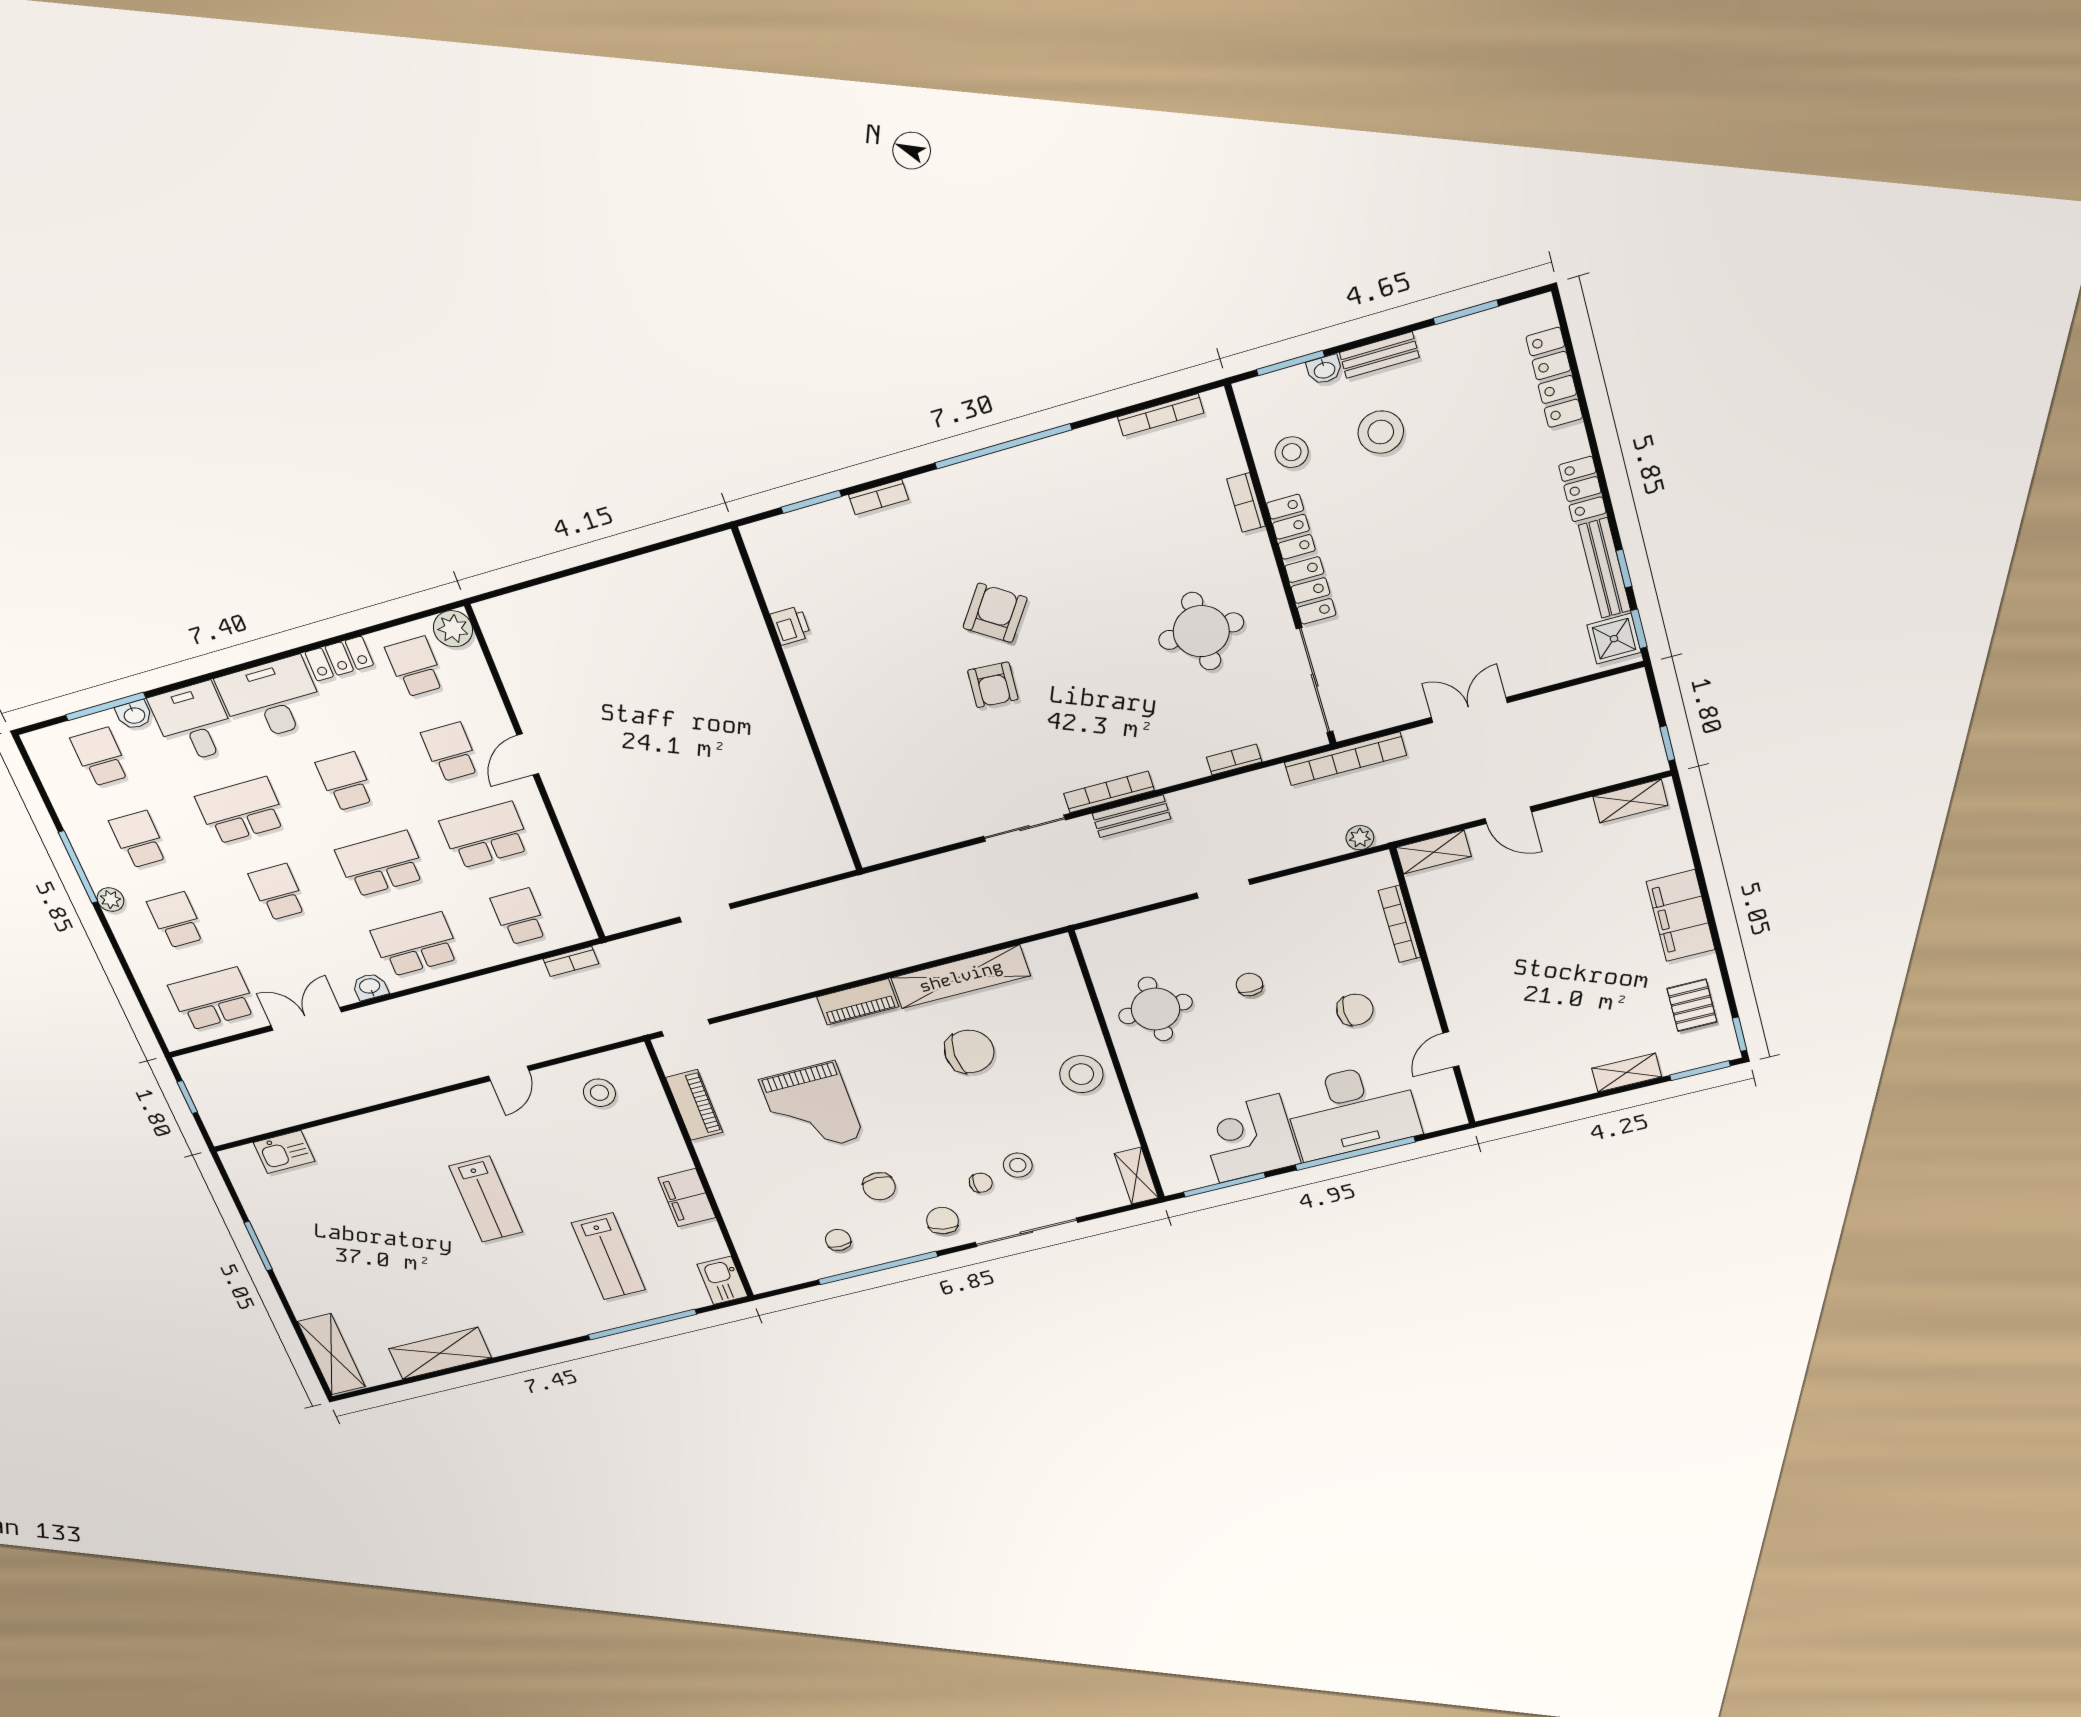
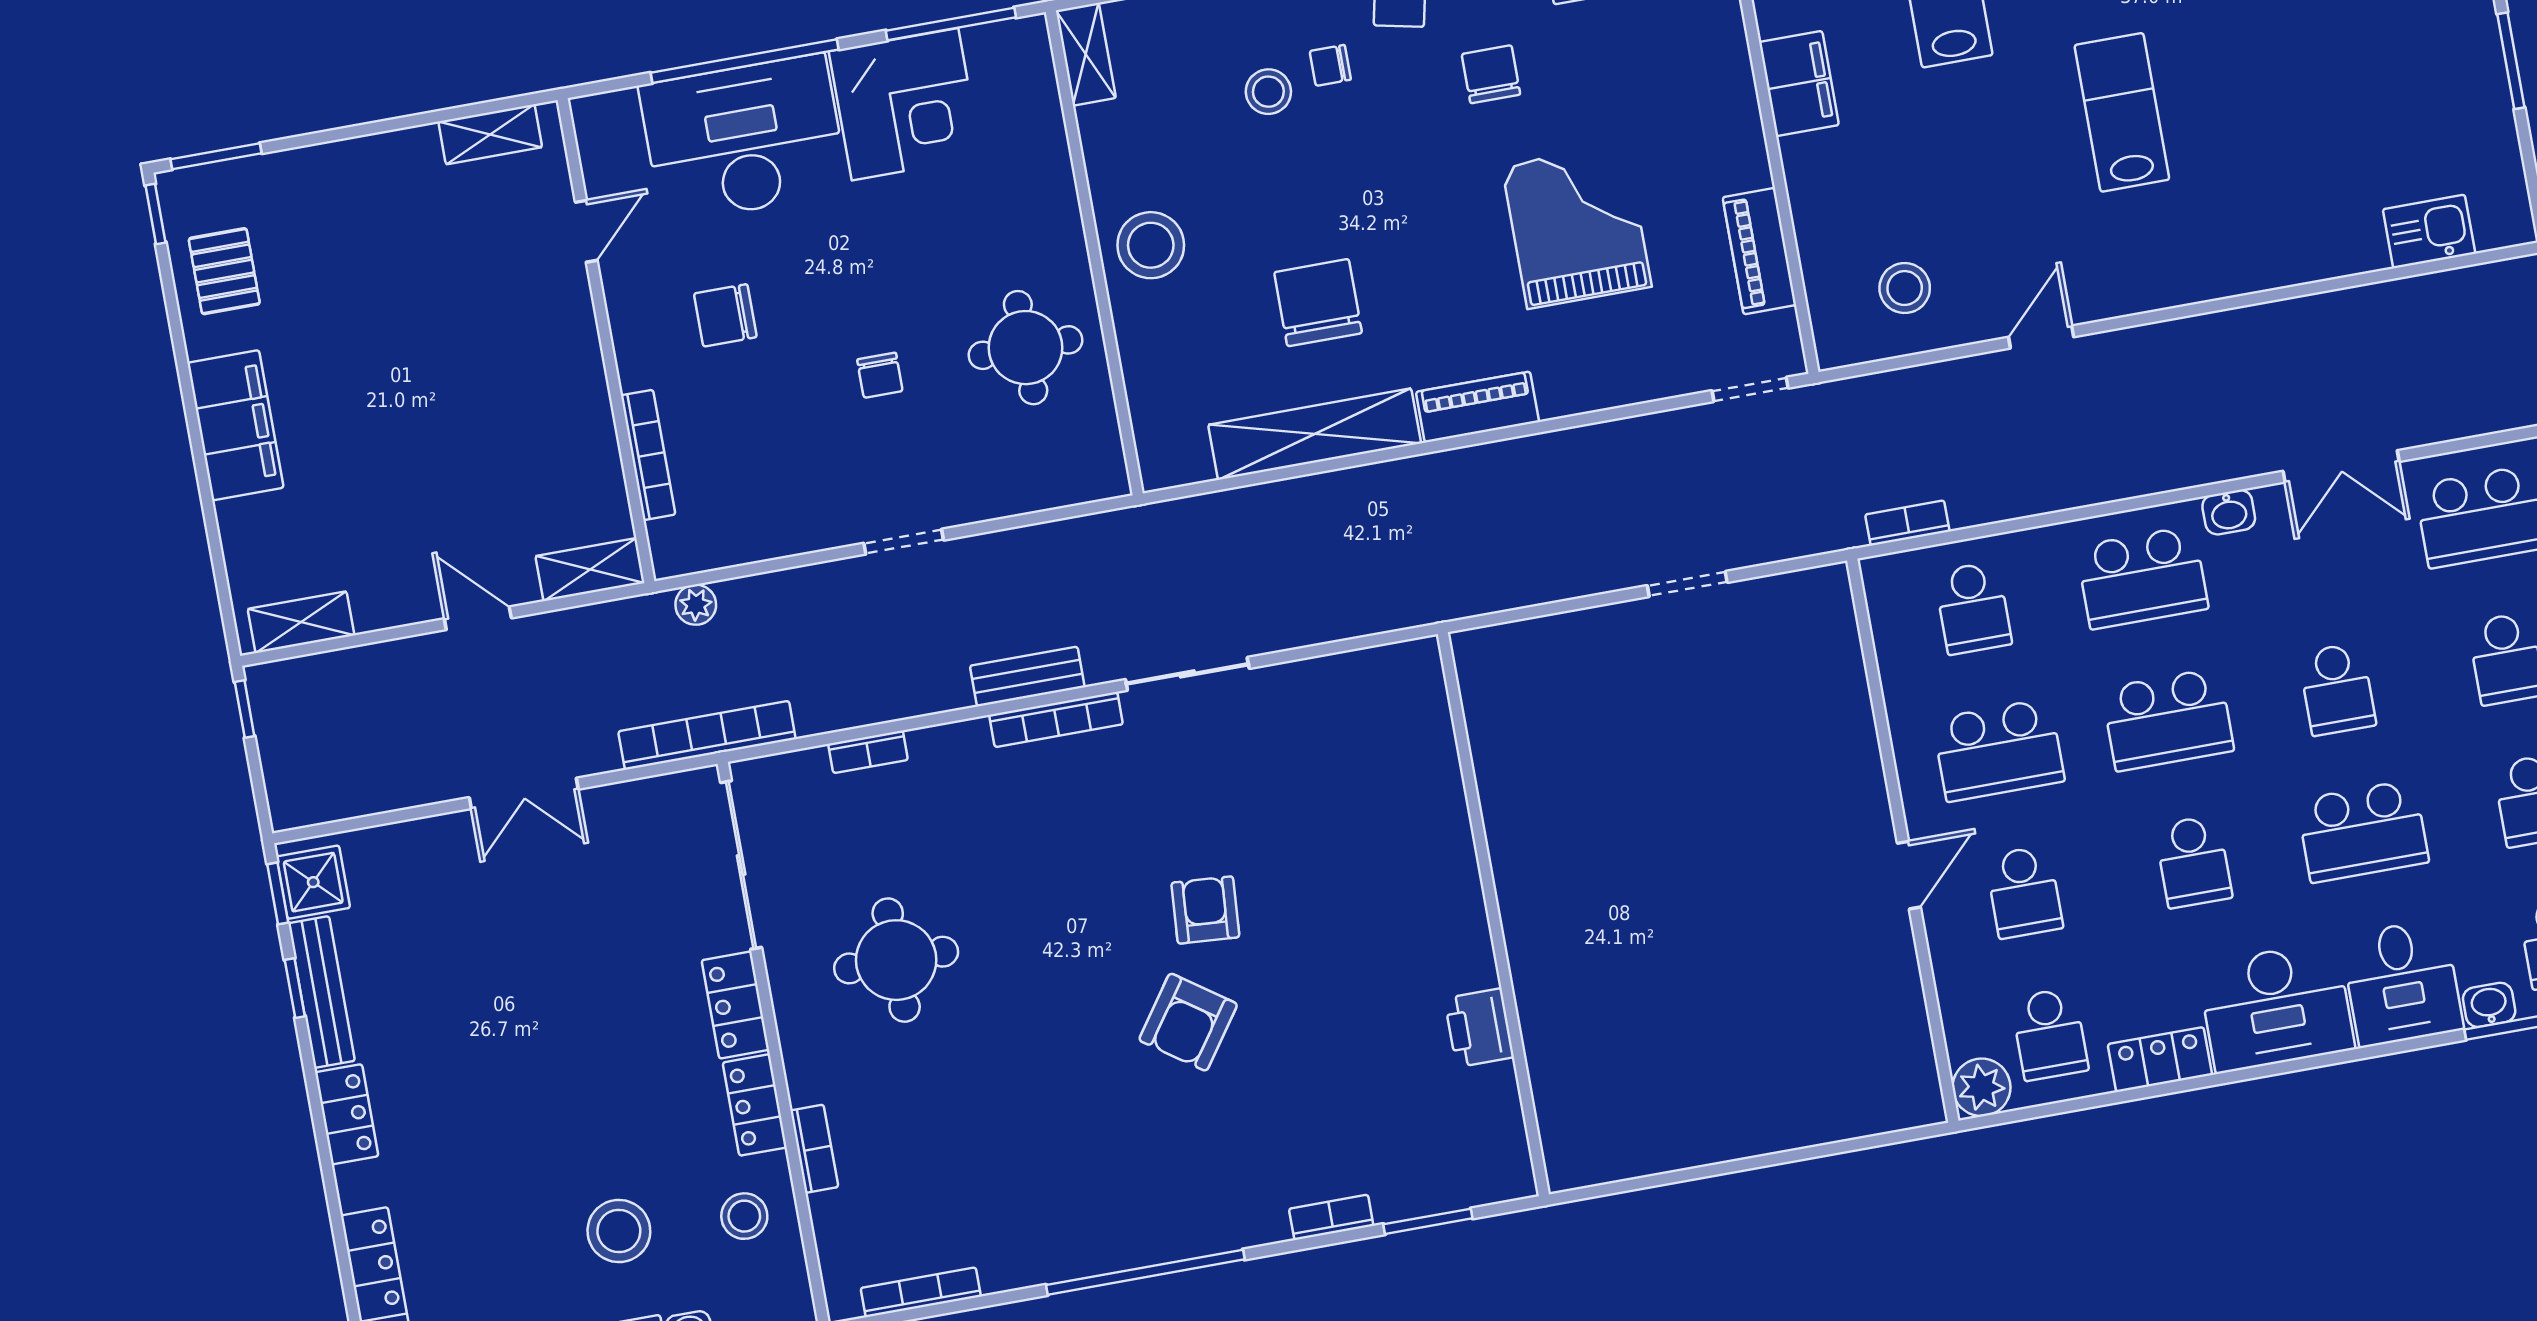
printer: (791, 626) -> (1479, 1028), width x1.36, depth x1.24
chair: (969, 1052) -> (1318, 303), turned 90
shelving: (1627, 1073) -> (490, 134), moved

